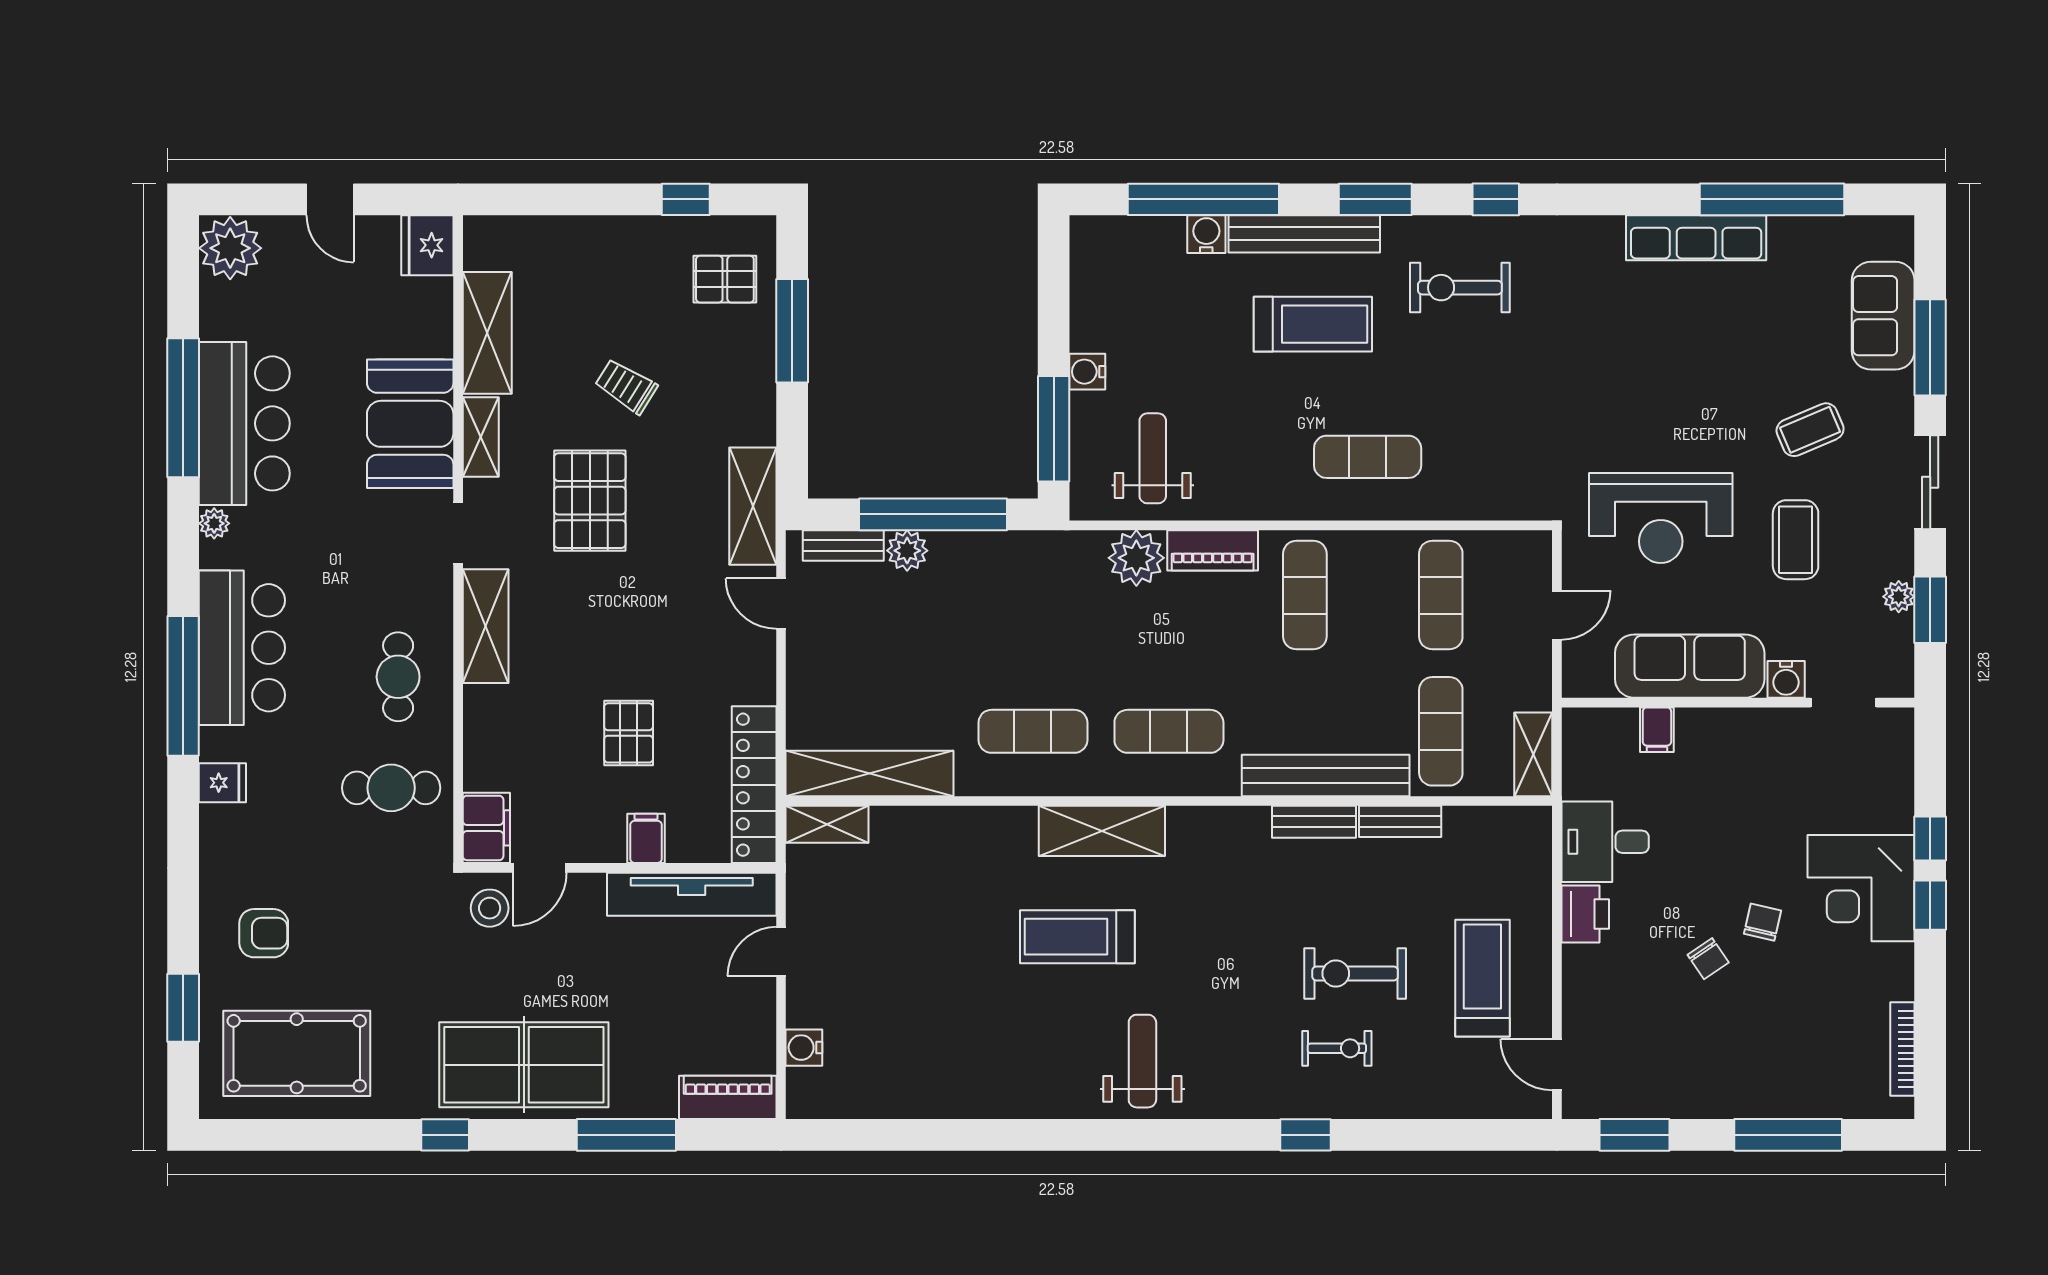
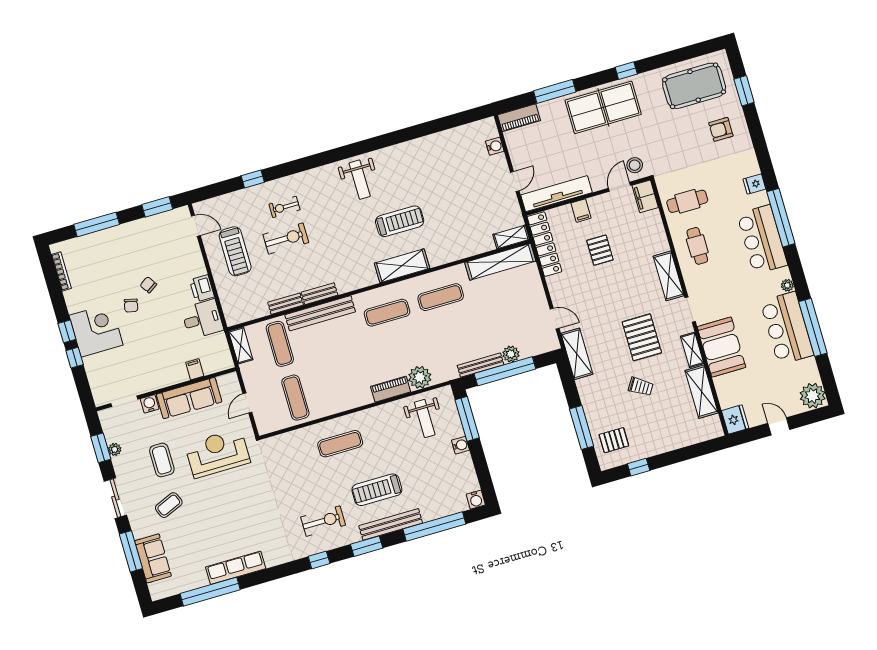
water cooler: (1206, 234) -> (476, 500), moved
bench: (843, 545) -> (481, 365), moved, width x1.36
exercise mat: (1305, 595) -> (349, 382), removed
window: (1306, 1135) -> (253, 179), moved

